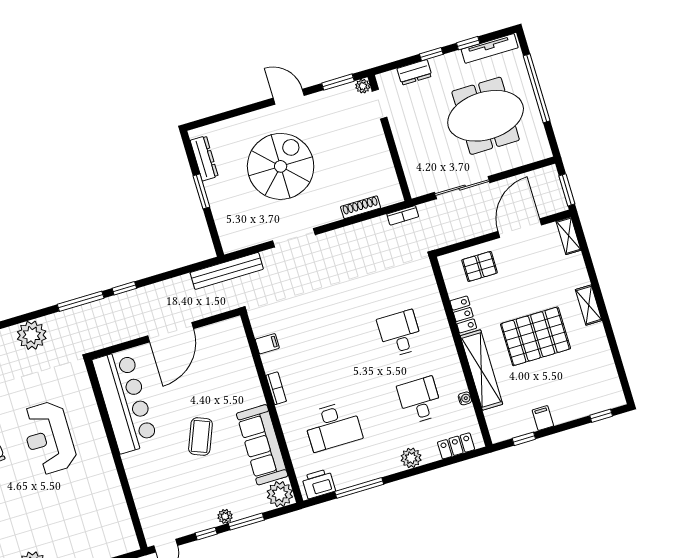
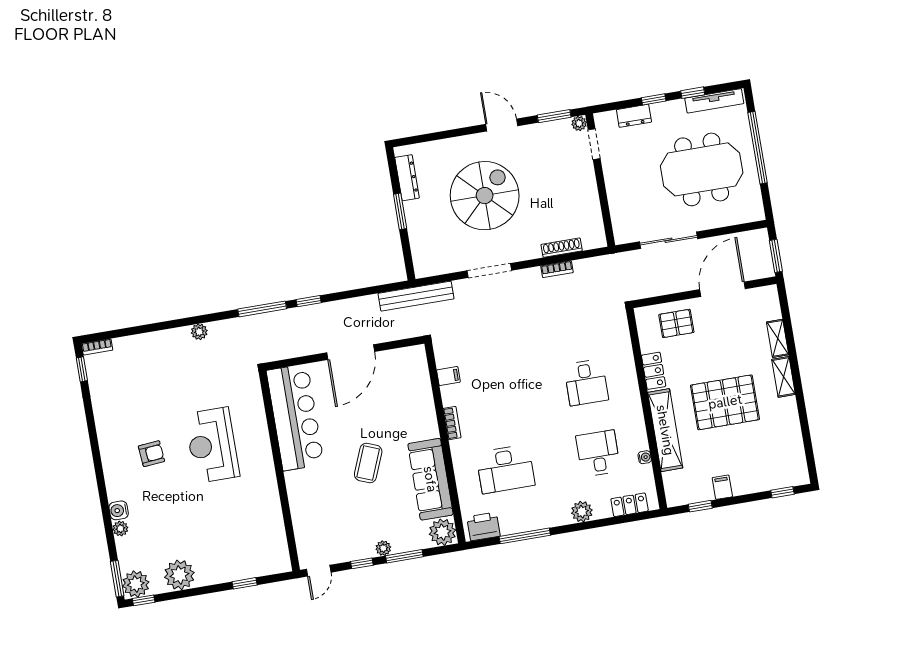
bookcase: (403, 215) -> (557, 269), moved
shelving: (569, 236) -> (778, 338), moved
desk: (400, 334) -> (586, 382), turned 180
plant: (32, 335) -> (199, 332), width x0.53, depth x0.53

